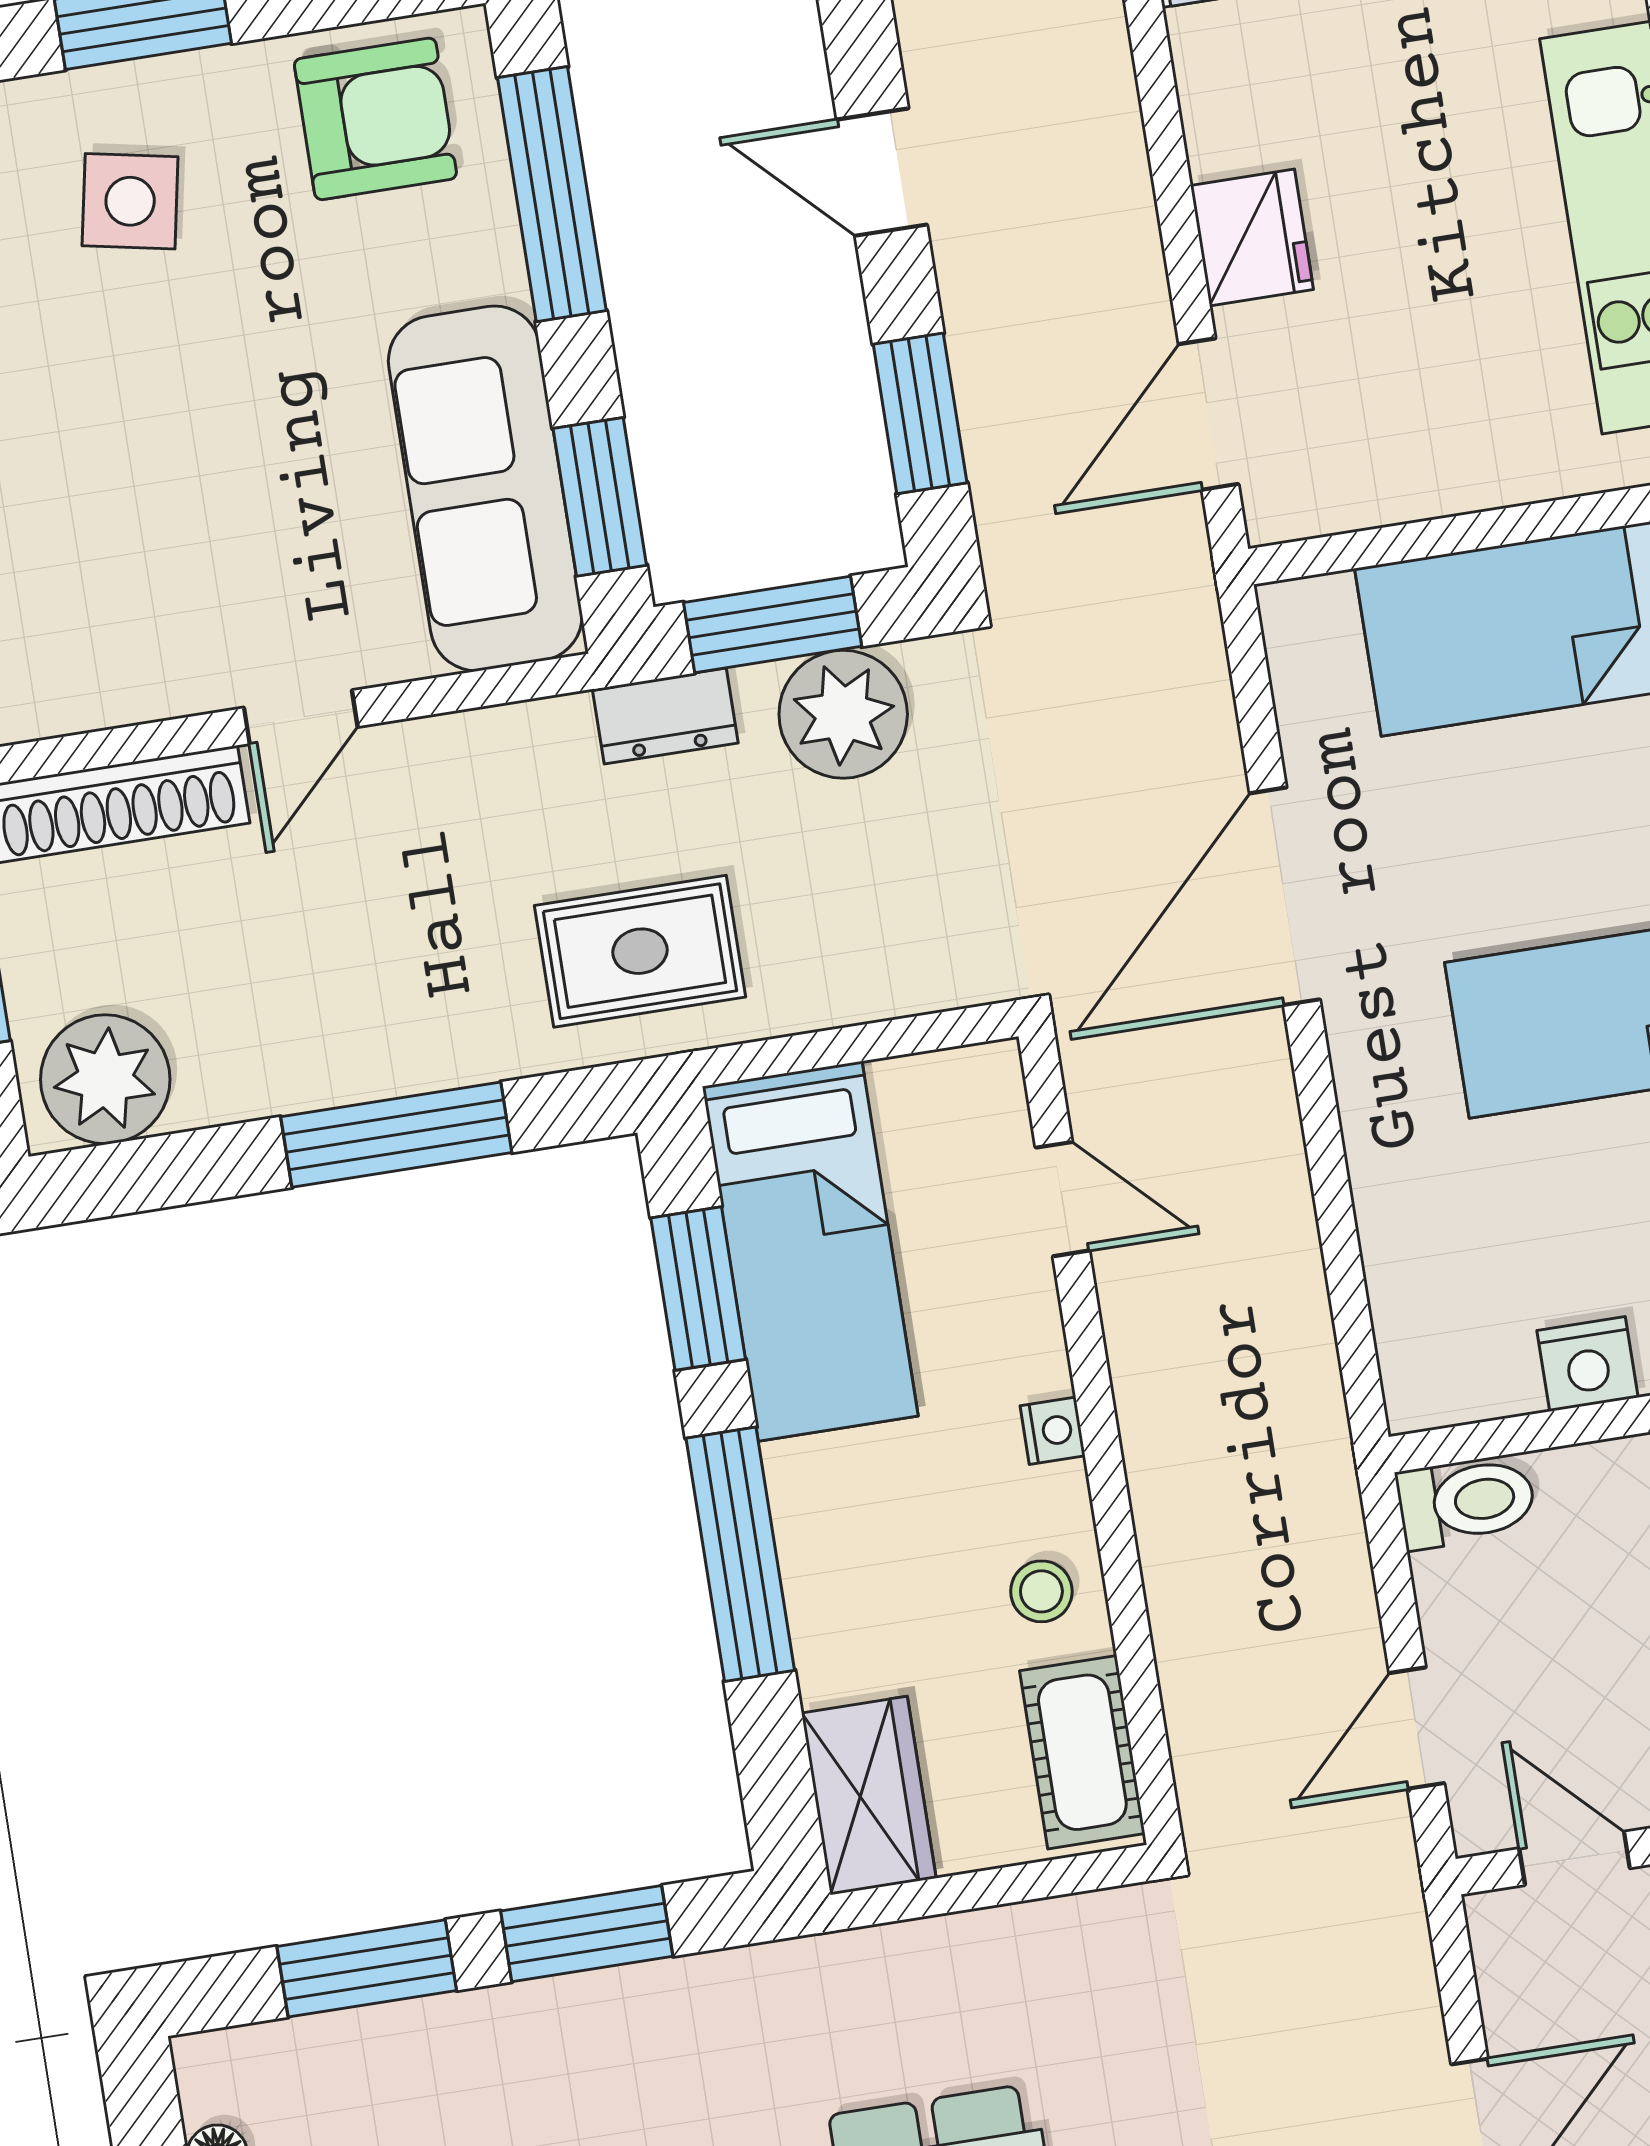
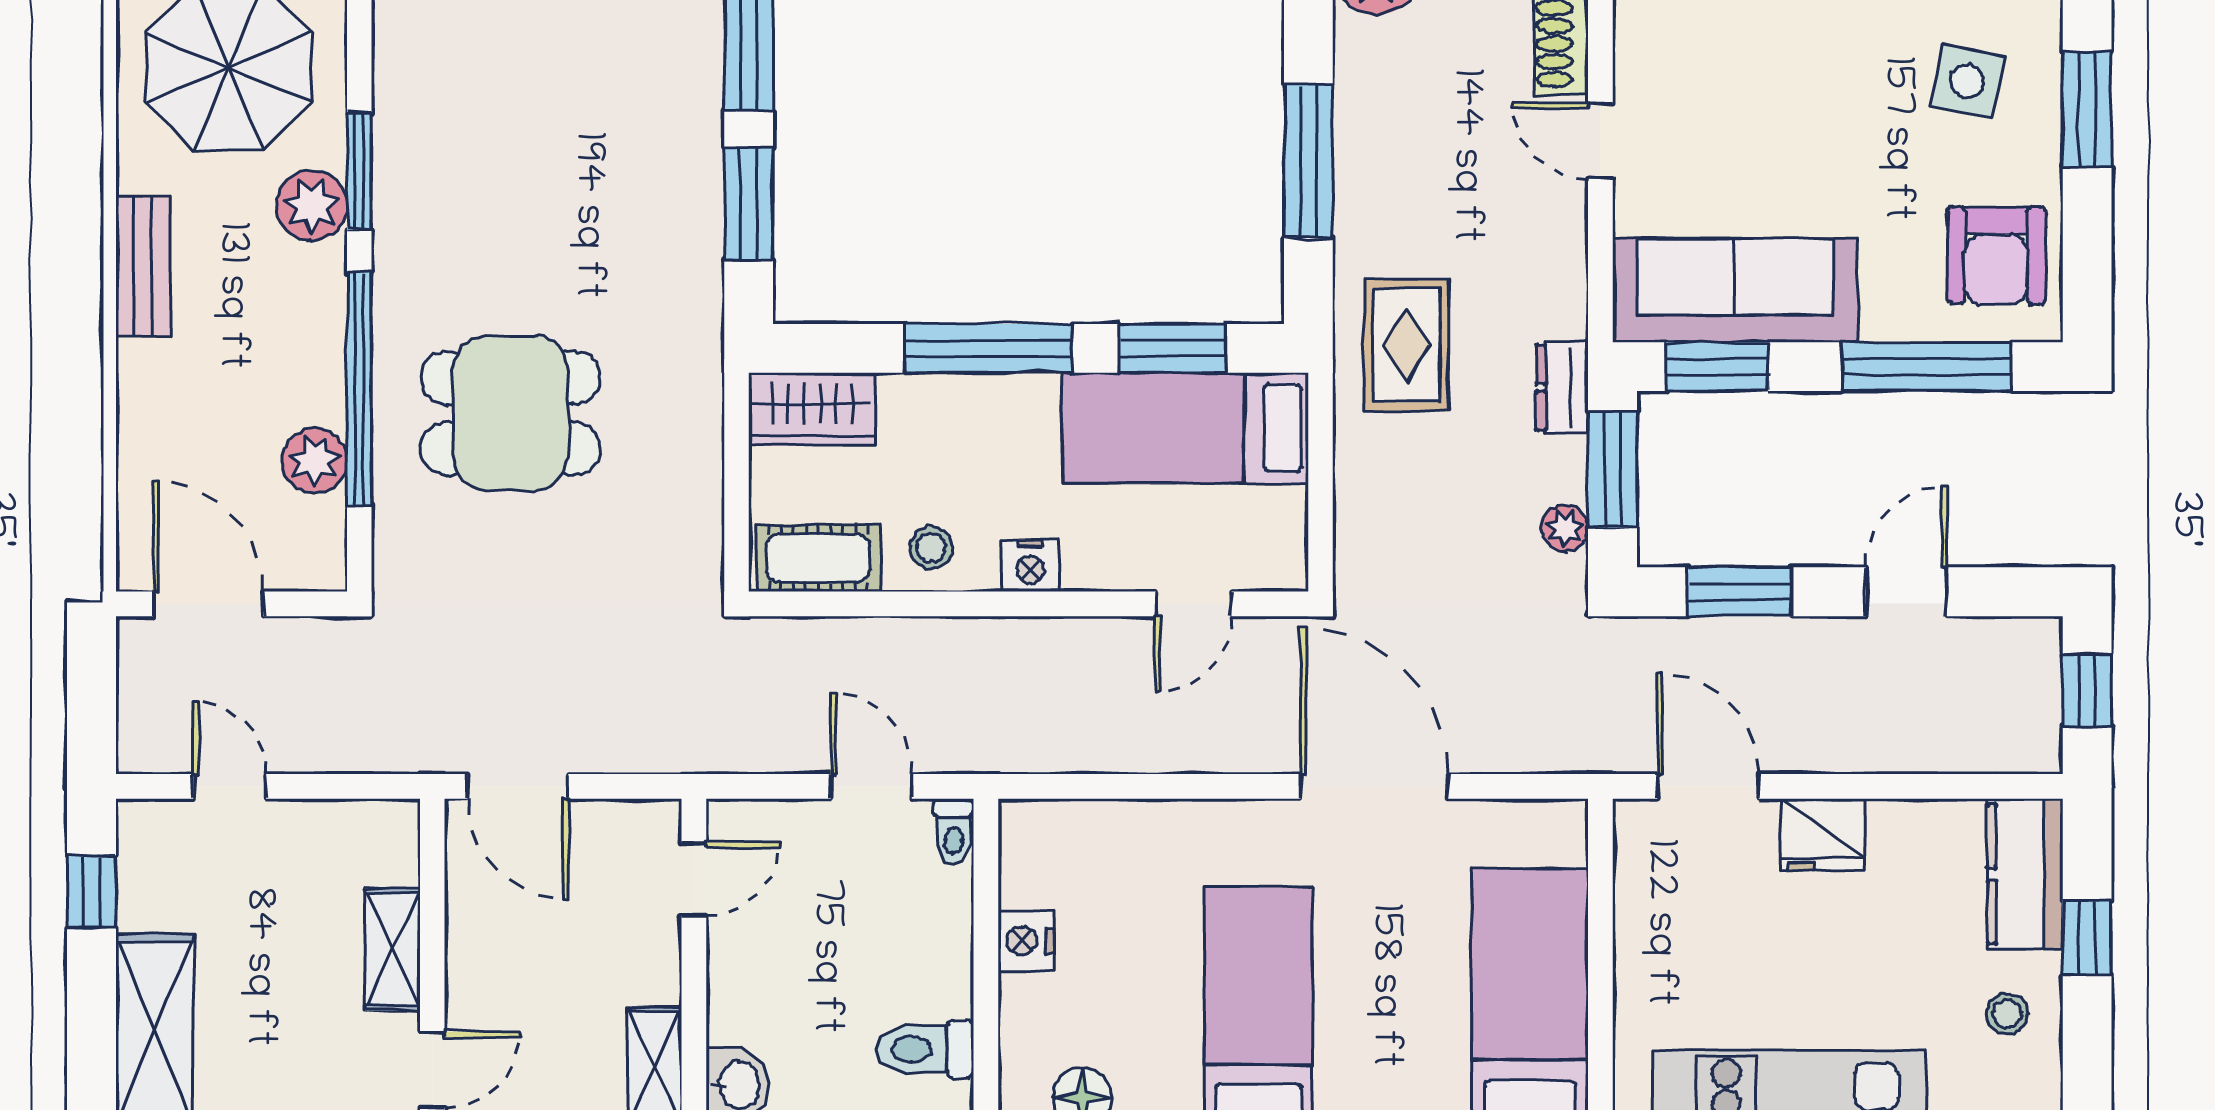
plant: (843, 714) -> (1565, 528), width x0.53, depth x0.53
nightstand: (1053, 1431) -> (1030, 566), width x1.39, depth x1.35
toilet: (1466, 1502) -> (954, 831), width x0.73, depth x0.72
door: (1417, 1728) -> (871, 786), moved

